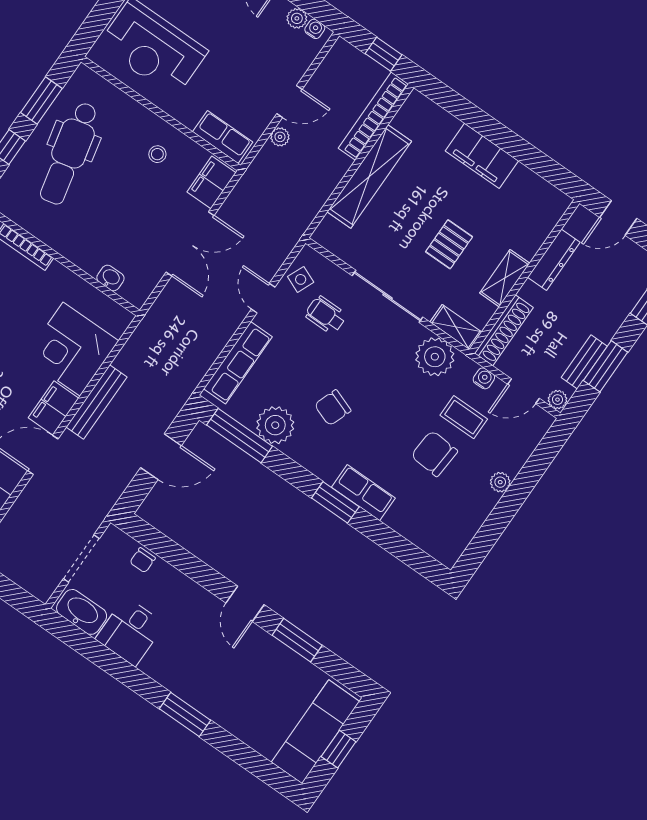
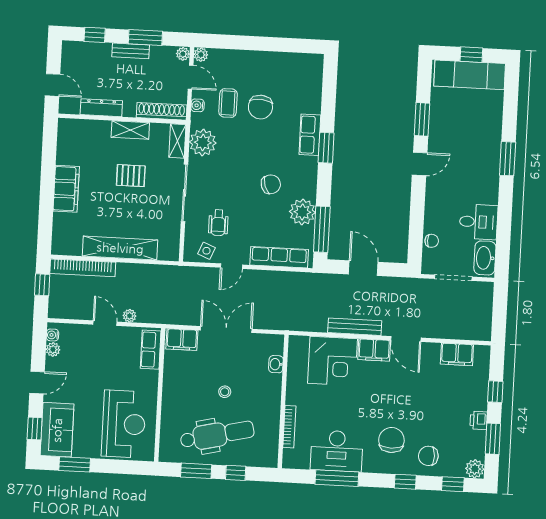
stool: (157, 154) -> (225, 392), moved
bench: (584, 362) -> (131, 51), moved
chair: (333, 408) -> (271, 184), turned -38
plant: (500, 482) -> (201, 55), moved

